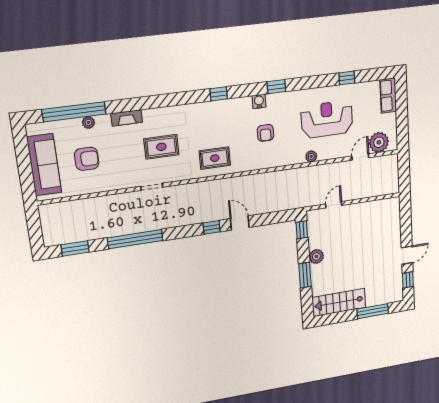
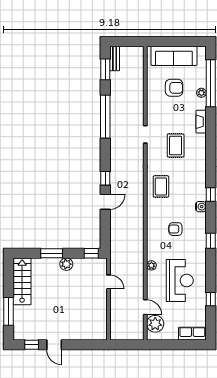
water cooler: (259, 101) -> (201, 207), moved
armchair: (87, 159) -> (174, 88), turned -90
bench: (59, 239) -> (115, 58), added

